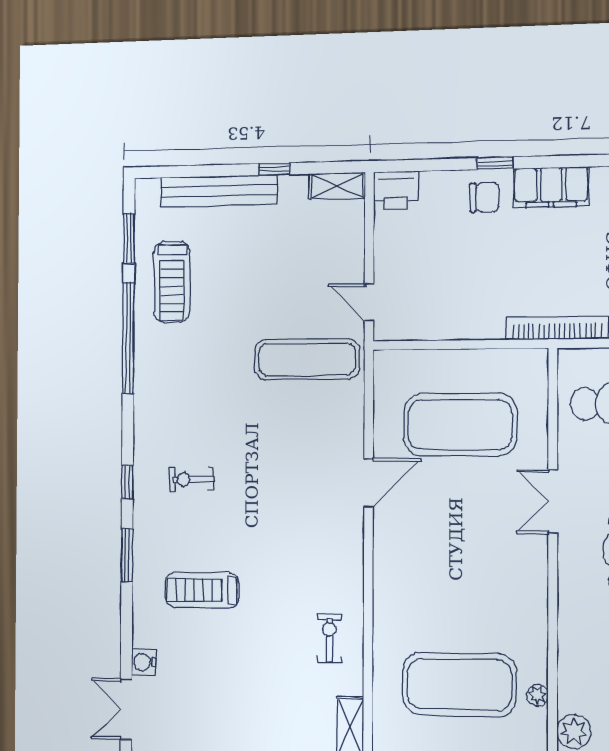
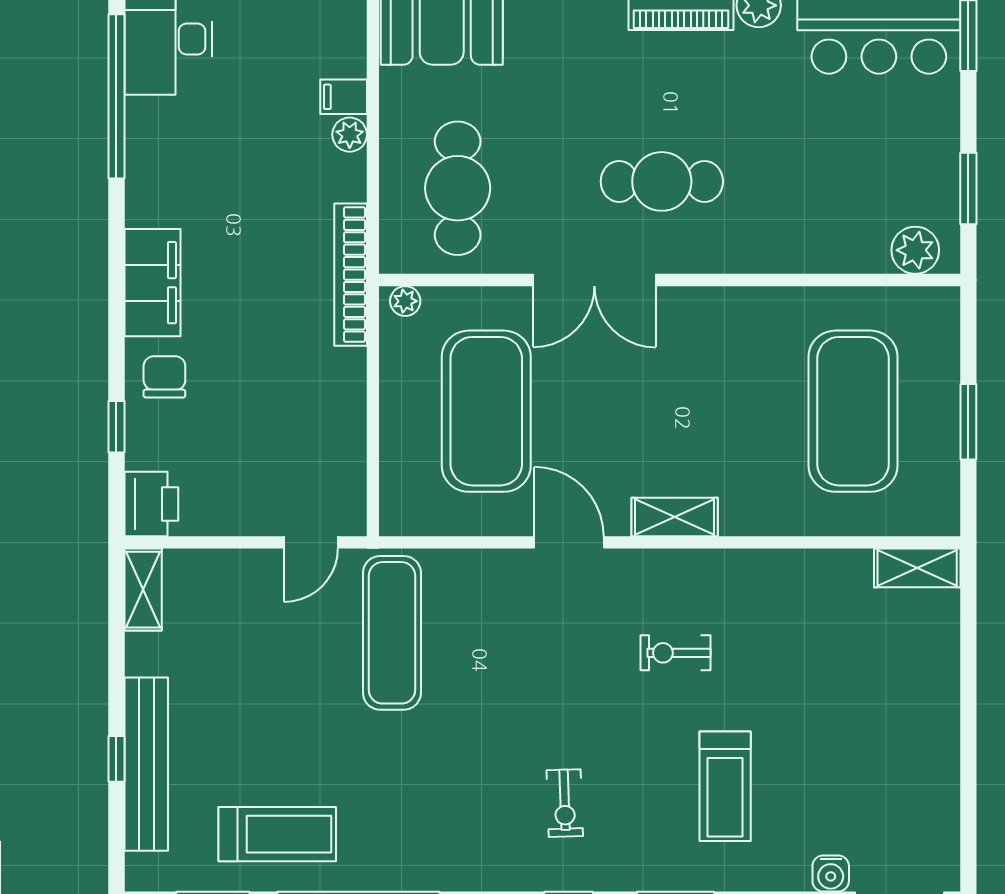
window: (495, 163) -> (116, 427), moved
window: (274, 169) -> (116, 759), moved
double door: (553, 502) -> (594, 280), width x1.37
shelving: (386, 557) -> (675, 517), added
exercise bike: (329, 638) -> (675, 653), moved
plant: (538, 695) -> (405, 301), moved

